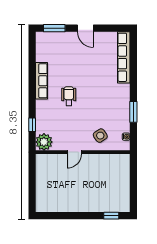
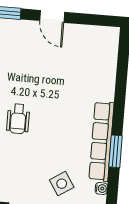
row of seats: (124, 57) -> (102, 141), moved
wheelchair: (69, 96) -> (18, 119), turned 180

